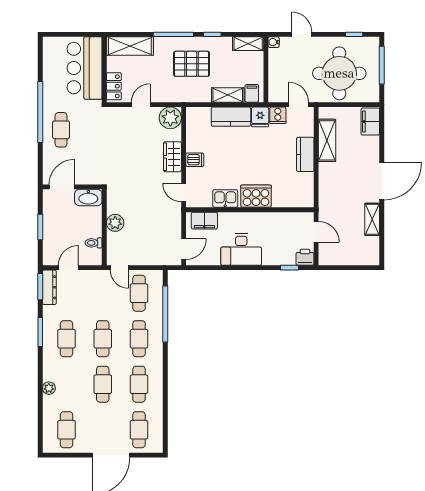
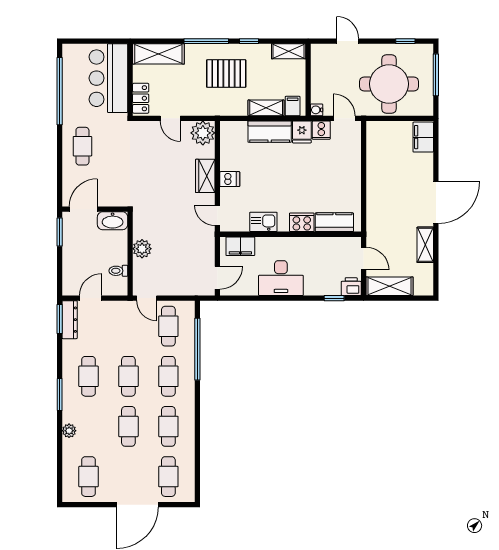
water cooler: (274, 42) -> (317, 110), moved
door: (141, 105) -> (170, 118), swing flipped
window: (40, 112) -> (60, 91), moved
shelving: (327, 140) -> (390, 286), moved, turned 90
kitchen counter: (305, 154) -> (334, 222), moved, turned 90
cooker: (256, 196) -> (302, 222), width x0.73, depth x0.76
window: (40, 227) -> (60, 232), moved
window: (40, 332) -> (60, 395), moved

